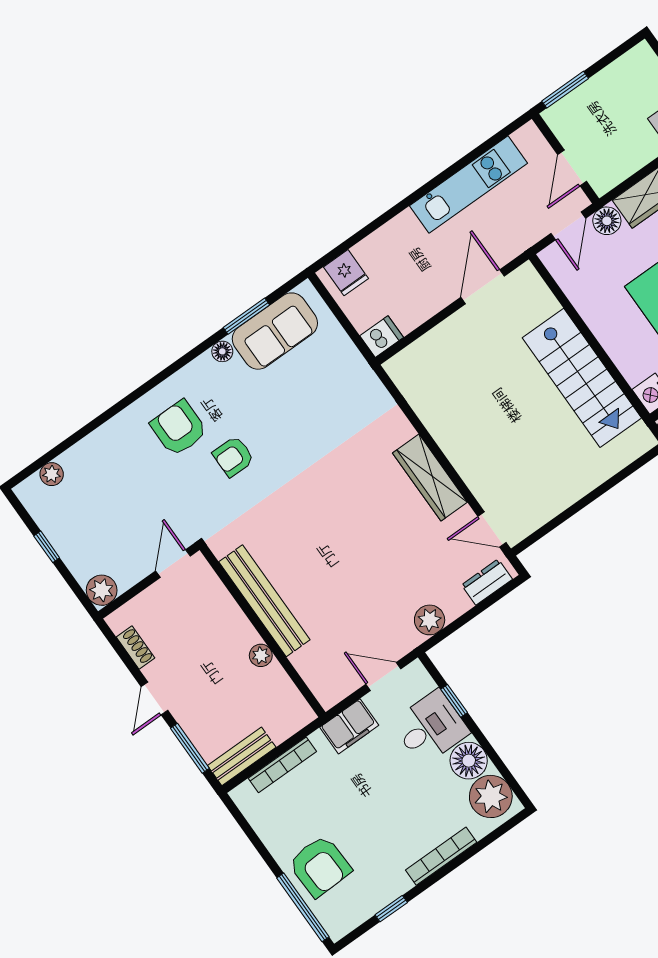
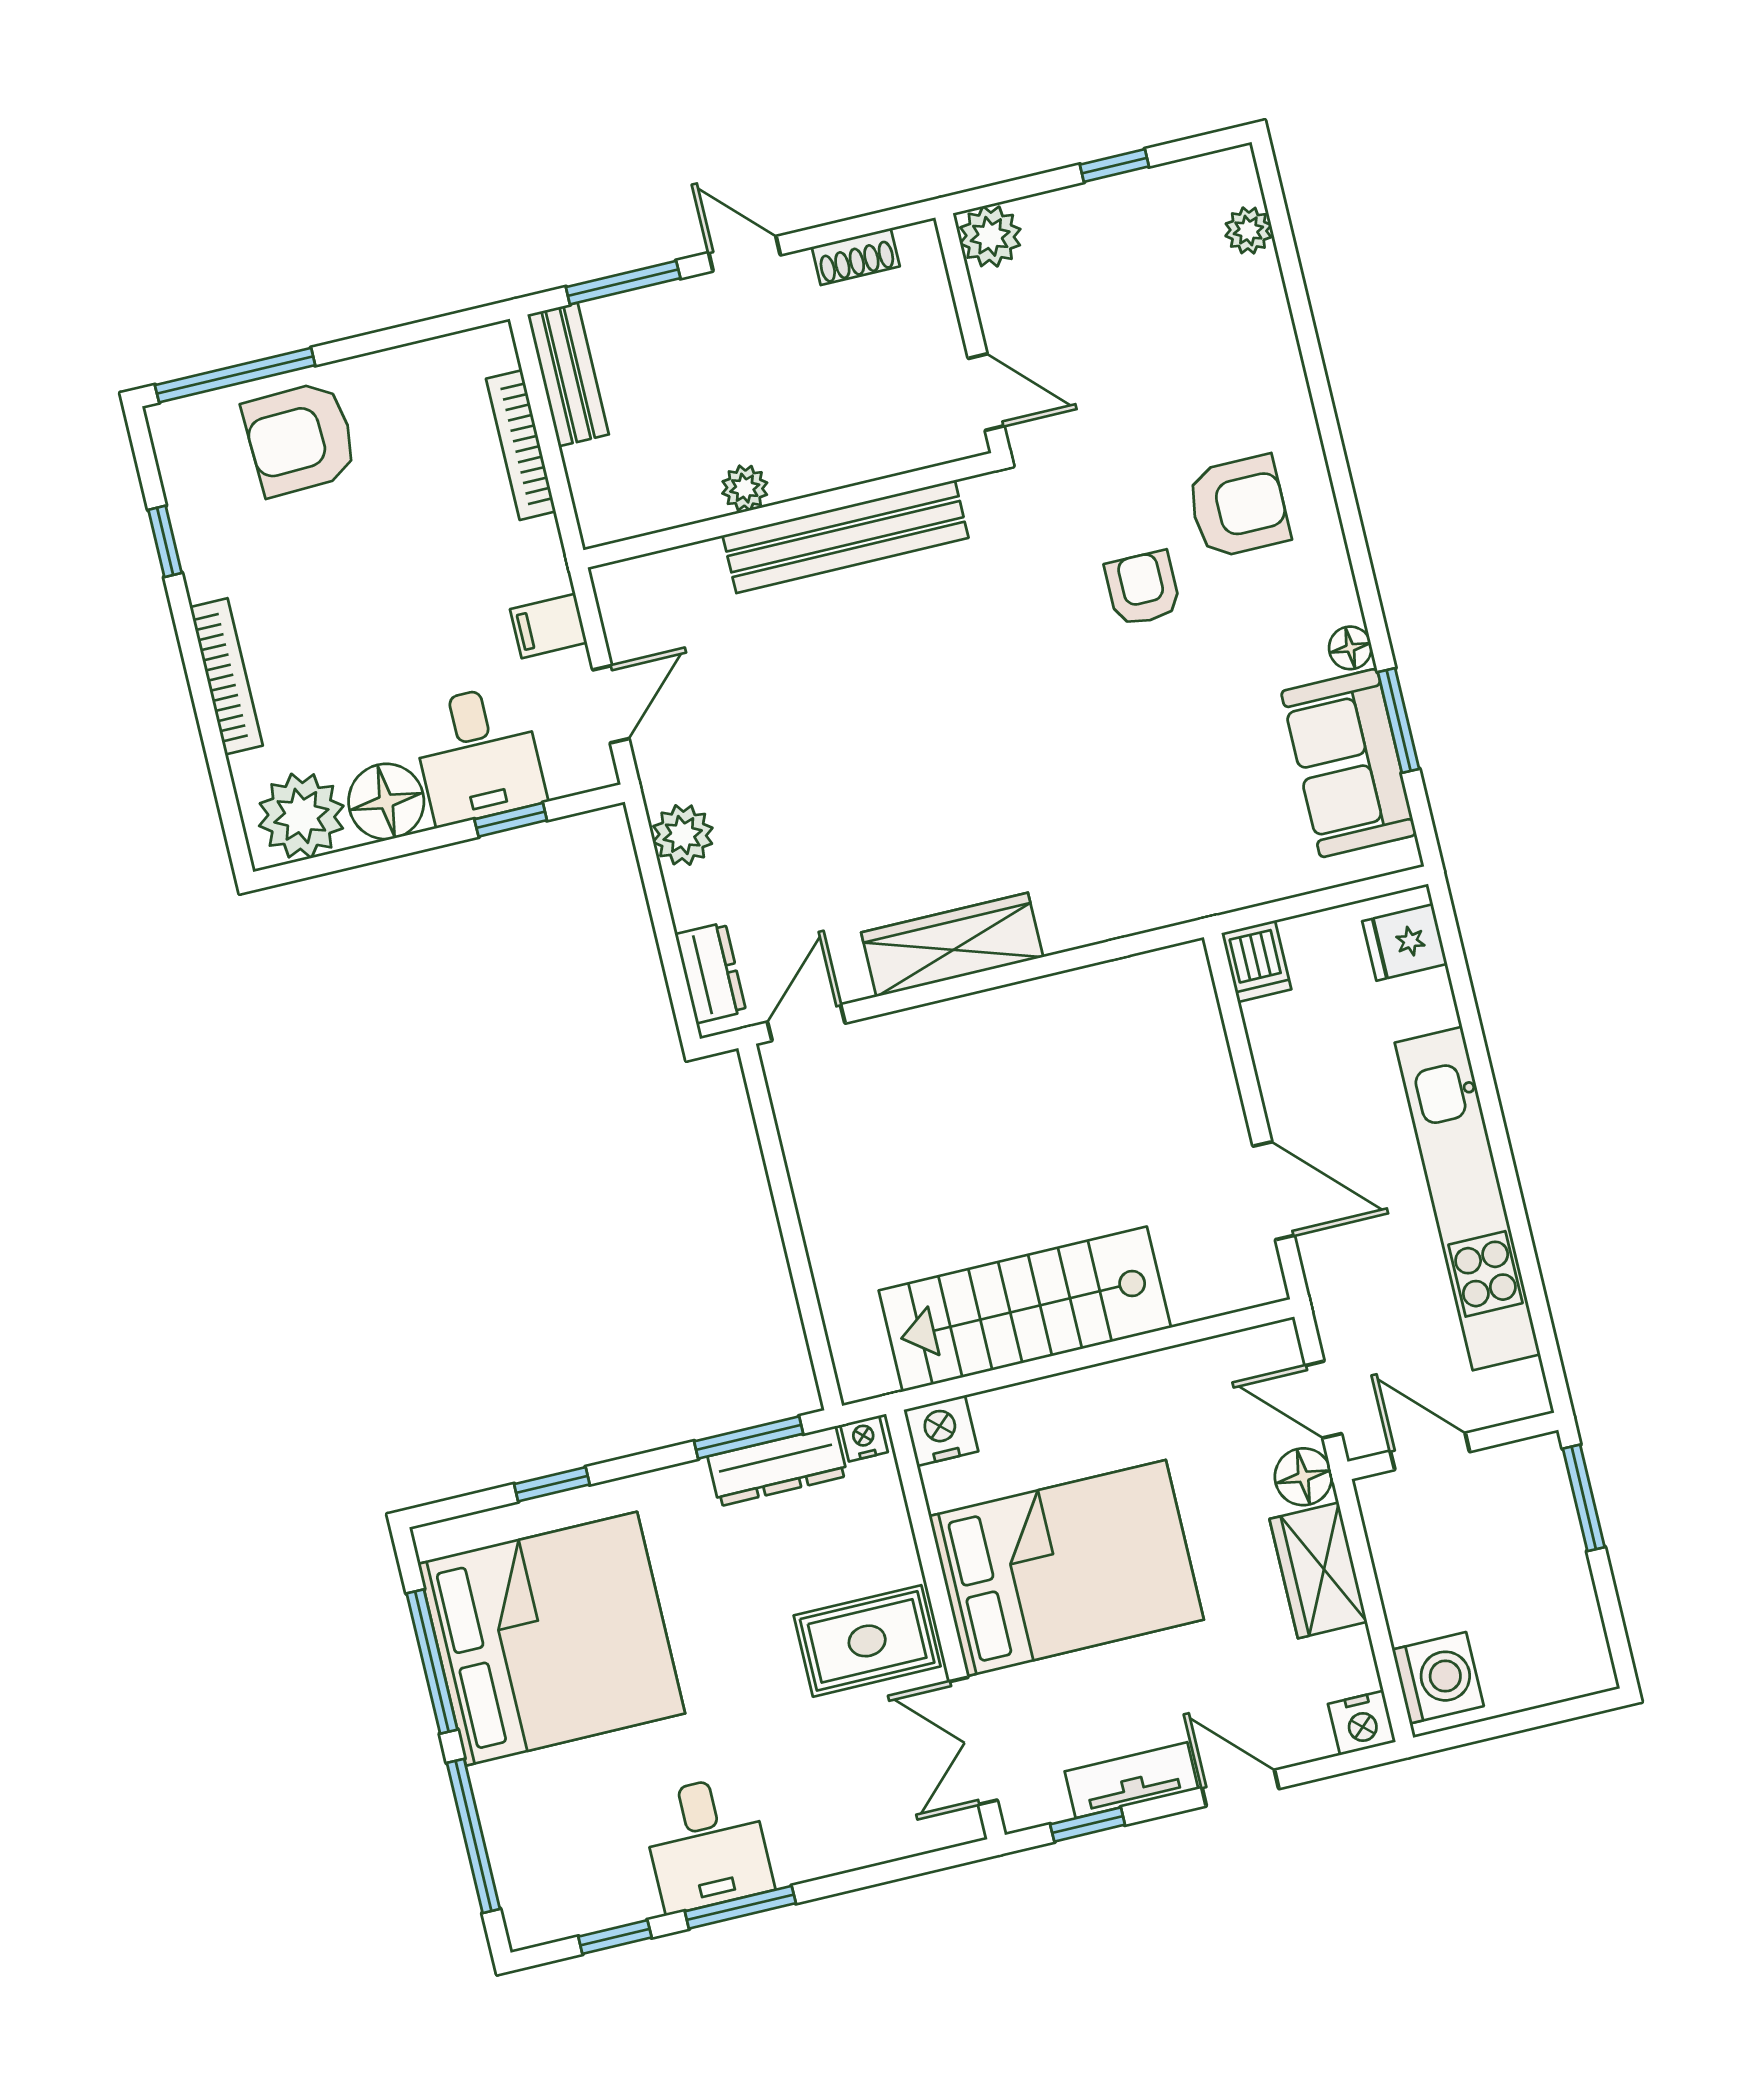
kitchen unit: (469, 185) -> (1468, 1199), width x1.36
filing cabinet: (349, 726) -> (549, 626), width x0.50

